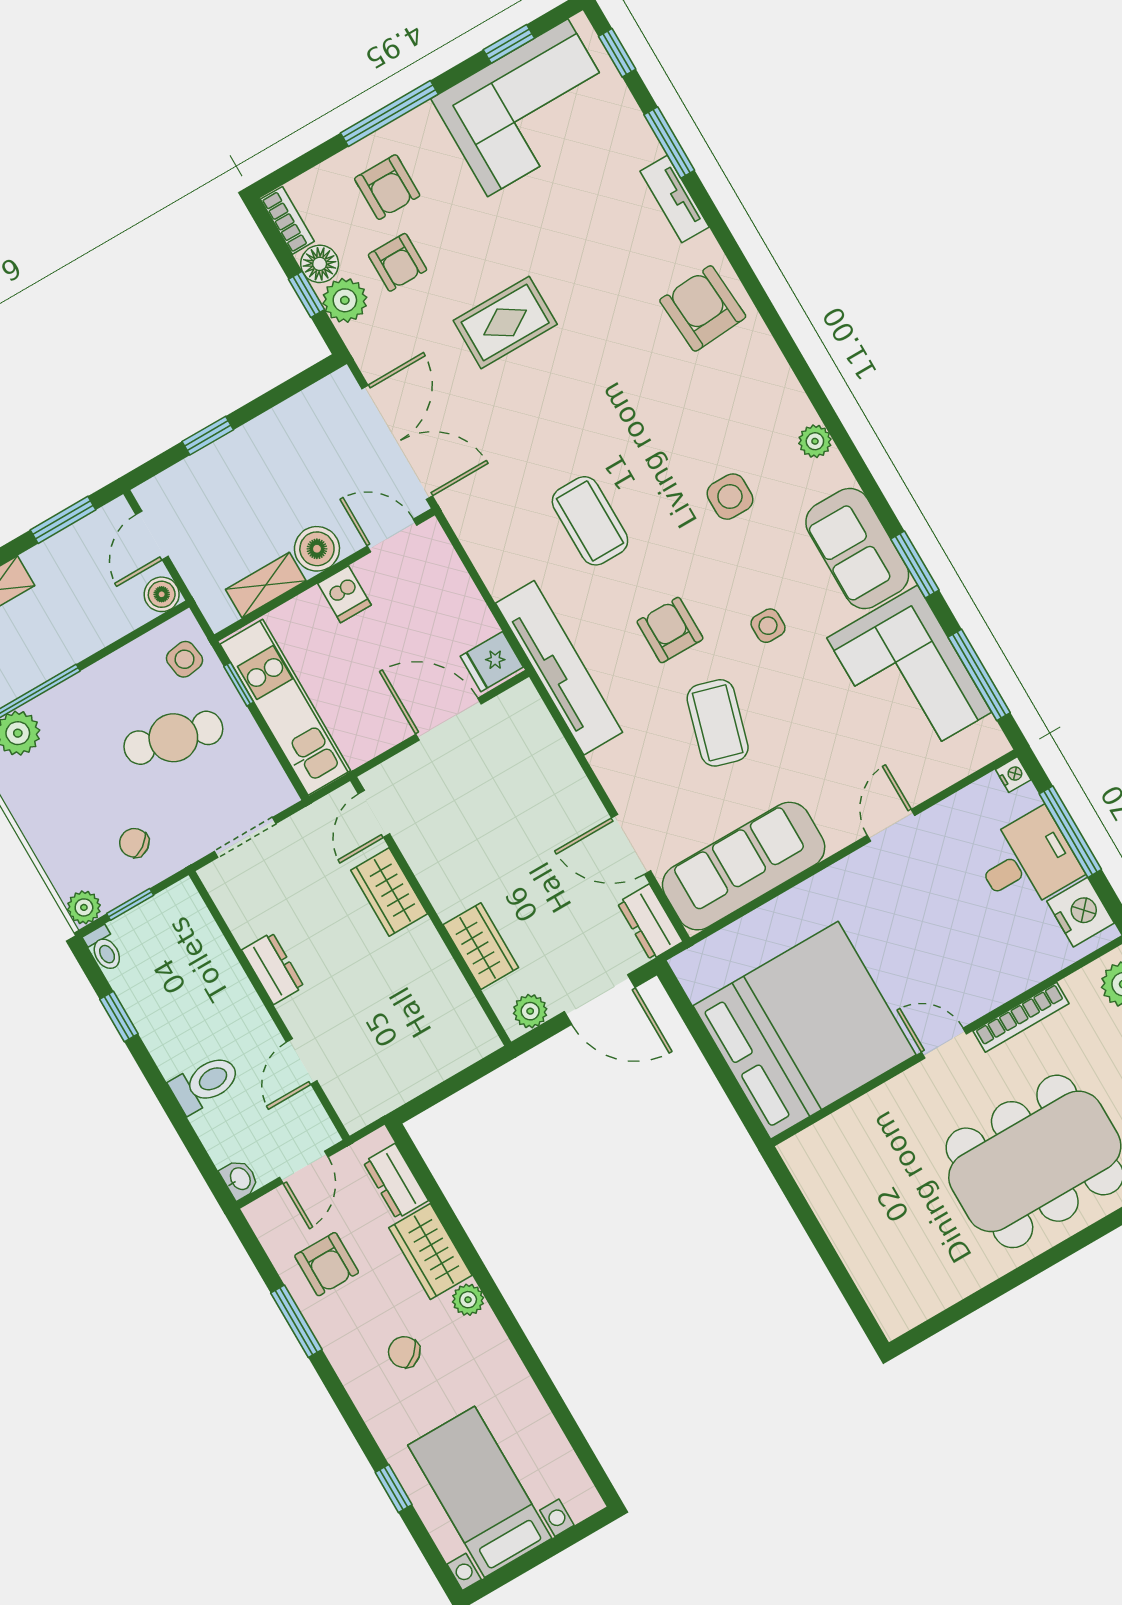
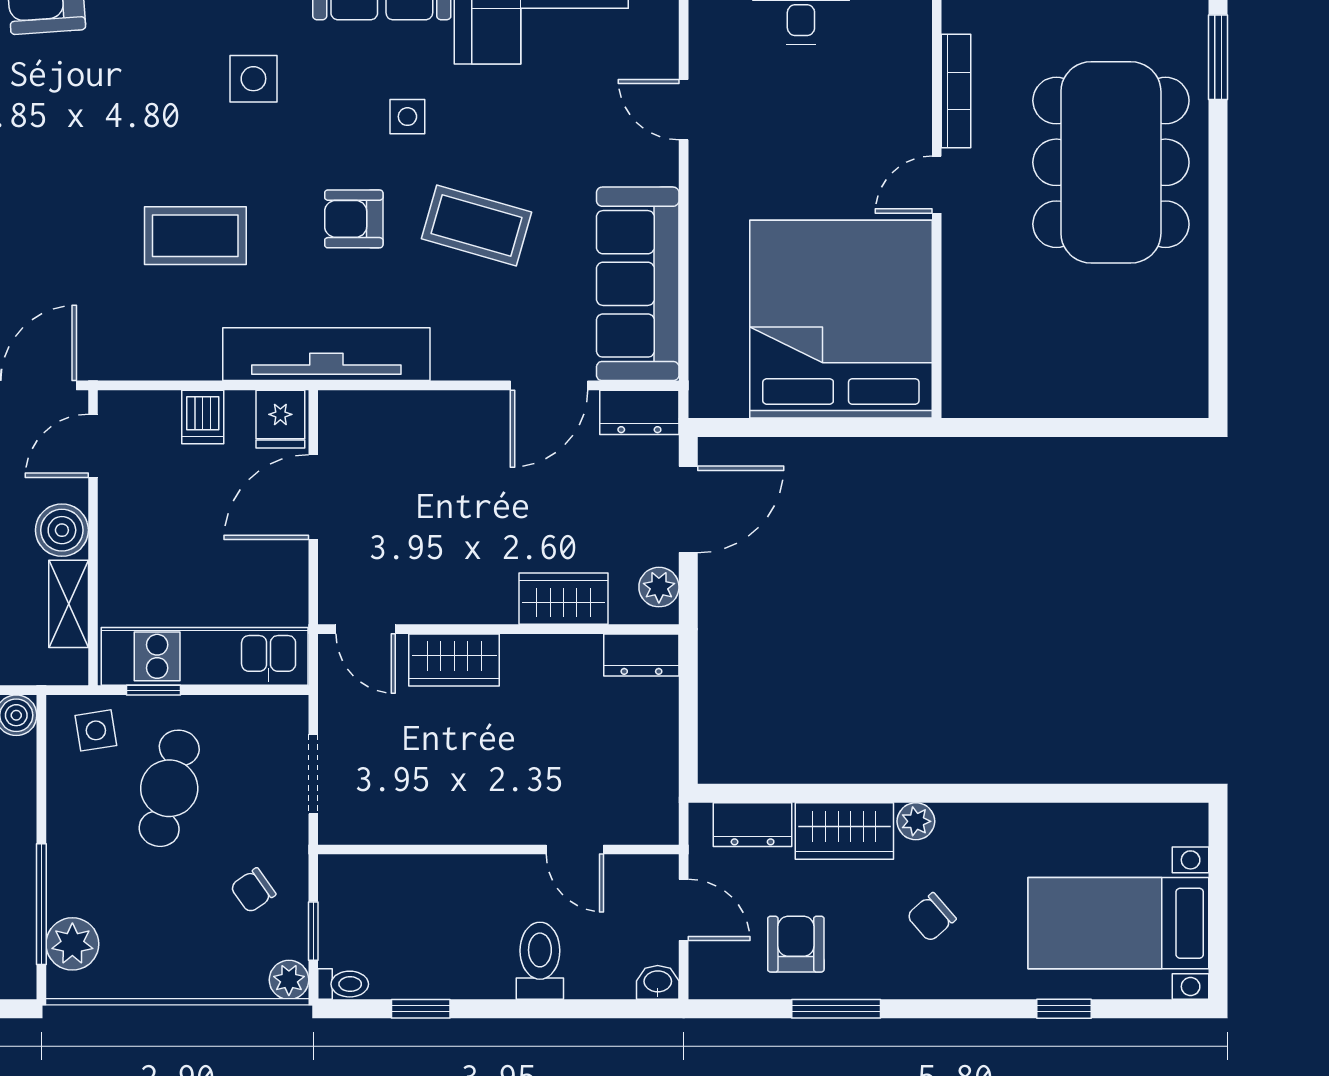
dishwasher: (345, 594) -> (203, 417), moved, turned 90
dresser: (273, 968) -> (641, 655), moved, turned 180
armchair: (327, 1264) -> (796, 944), turned -90

